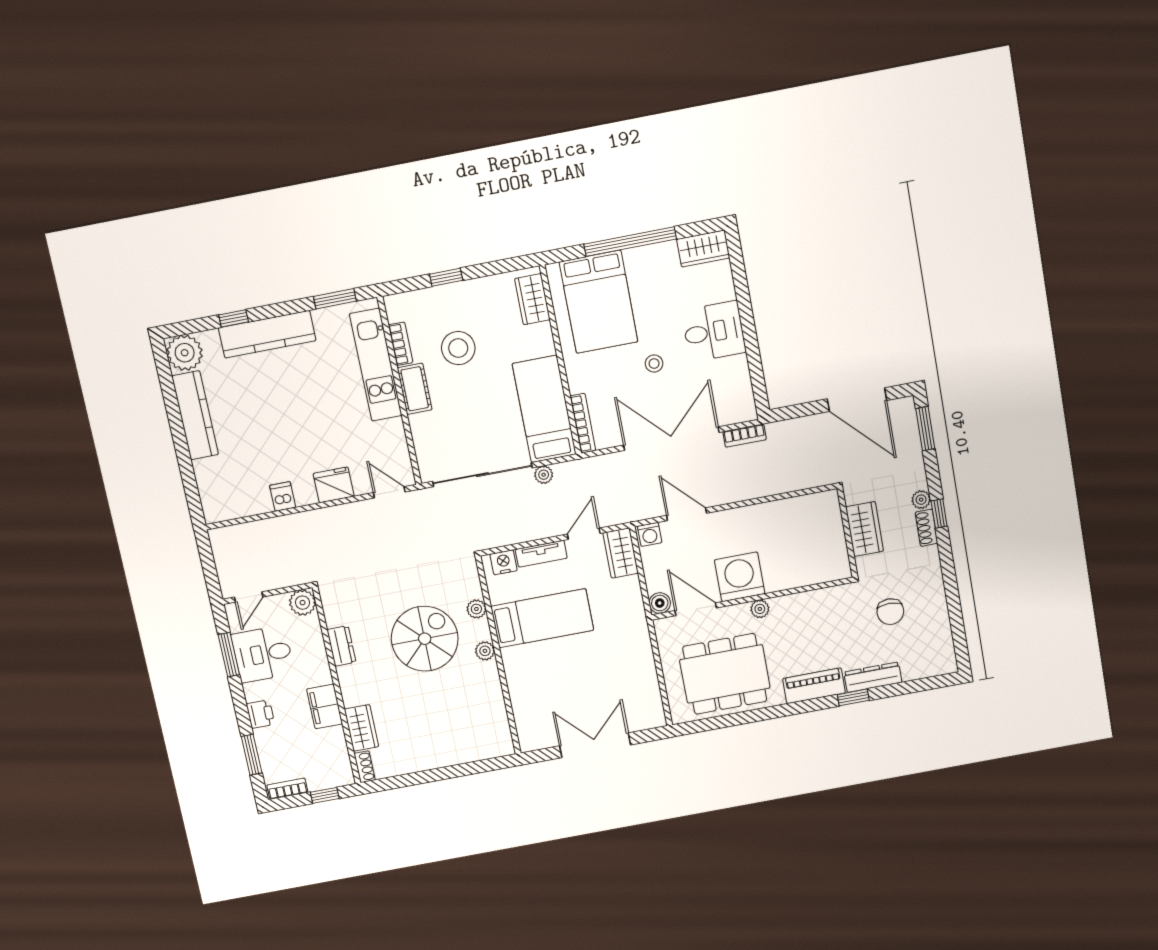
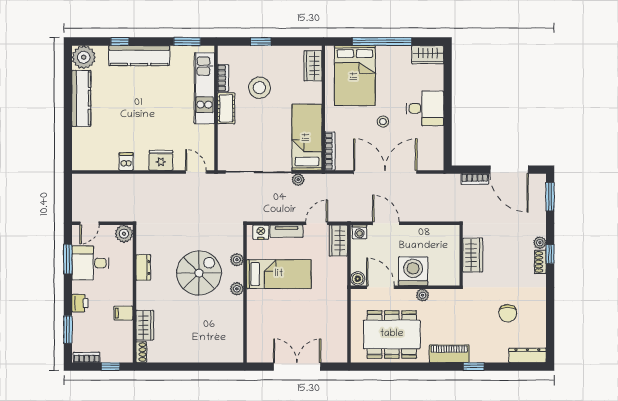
bookcase: (745, 436) -> (475, 179), moved
wardrobe: (864, 529) -> (473, 255), moved
wall: (847, 533) -> (461, 255), moved
dresser: (873, 677) -> (527, 355), moved
filing cabinet: (325, 706) -> (123, 313), width x0.50

